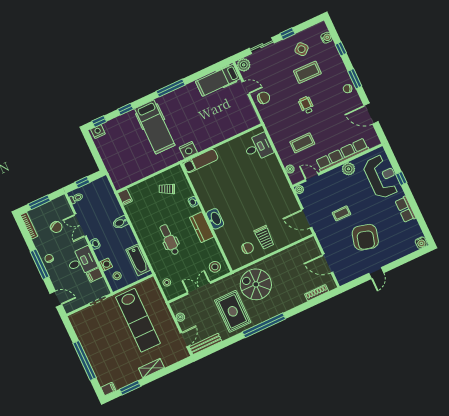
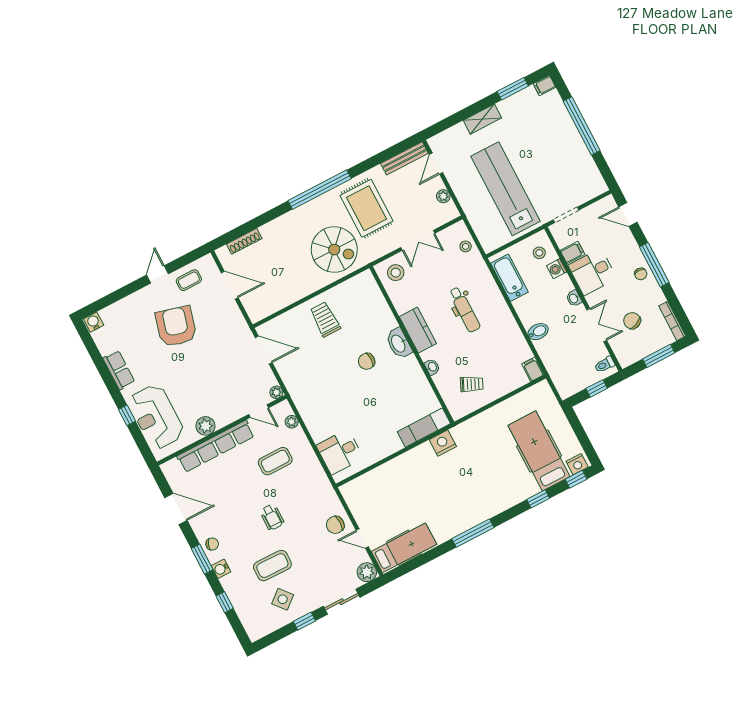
water cooler: (326, 38) -> (221, 569), moved
hospital bed: (155, 127) -> (539, 451), moved
coffee table: (341, 213) -> (189, 280), moved
chair: (248, 248) -> (367, 361), moved

